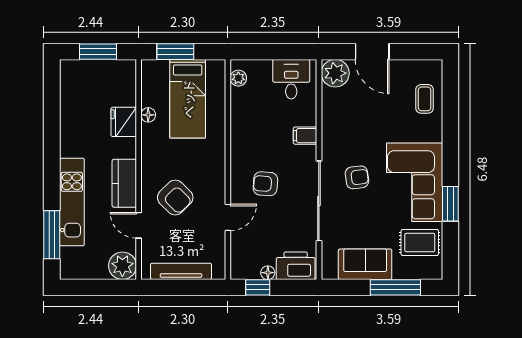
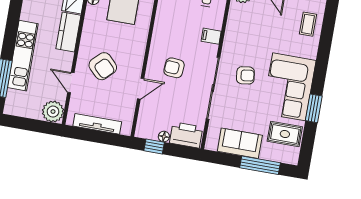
kitchen counter: (124, 183) -> (68, 32), moved

